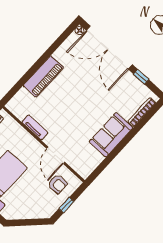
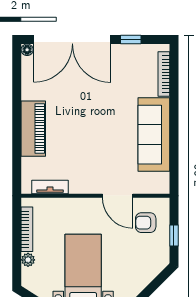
tv unit: (35, 127) -> (50, 187), moved
sofa: (111, 135) -> (154, 135), width x1.36
armchair: (58, 184) -> (146, 223), turned 180

